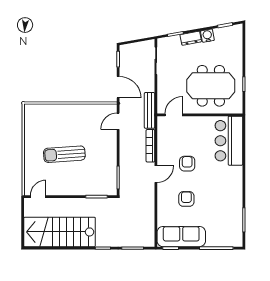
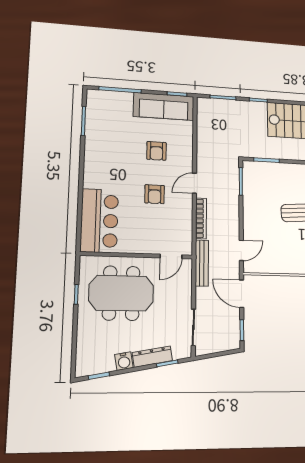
dresser: (191, 38) -> (152, 357), width x1.44

